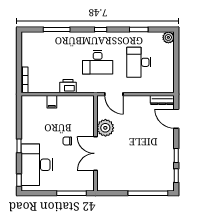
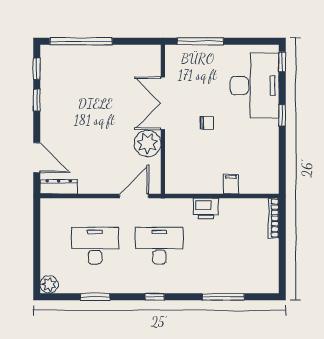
desk: (139, 62) -> (95, 246), turned -90
door: (114, 94) -> (134, 196), hinge flipped
double door: (95, 153) -> (163, 103), swing flipped

